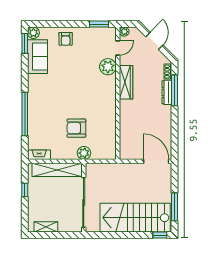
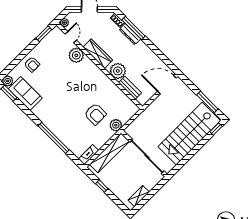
plant: (128, 112) -> (118, 71), added
armchair: (76, 128) -> (95, 114), turned -90
bench: (125, 135) -> (130, 88), added

